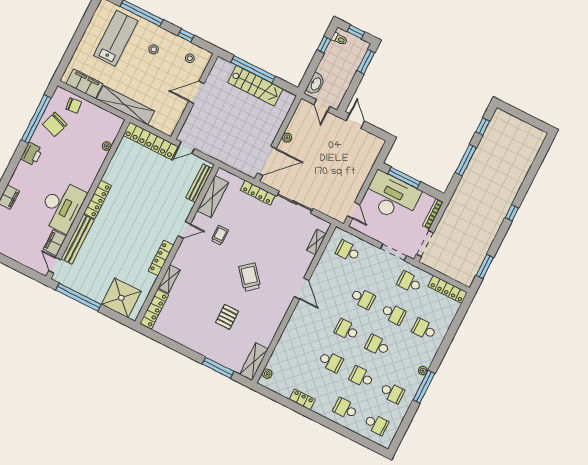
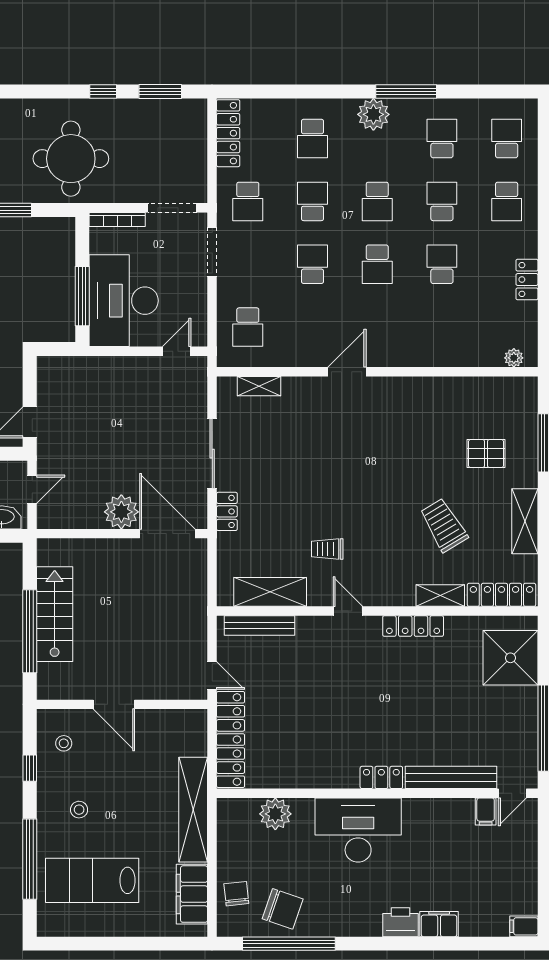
plant: (287, 138) -> (121, 512), width x1.88, depth x1.88
plant: (107, 146) -> (275, 814), width x1.87, depth x1.87
printer: (32, 154) -> (400, 922), moved
locker: (258, 193) -> (227, 511), width x0.66
locker: (98, 199) -> (381, 777), width x0.66
desk: (62, 206) -> (358, 830), moved
round table: (474, 206) -> (71, 159), added
window: (512, 213) -> (103, 92), moved
filing cabinet: (55, 243) -> (486, 811), width x0.50
trolley: (250, 277) -> (444, 525), moved, turned 99
pallet: (227, 317) -> (486, 454), moved
shelving: (254, 362) -> (525, 521), moved, turned 90
plant: (423, 371) -> (373, 114), width x1.88, depth x1.88
school desk: (361, 377) -> (442, 201), turned 180

